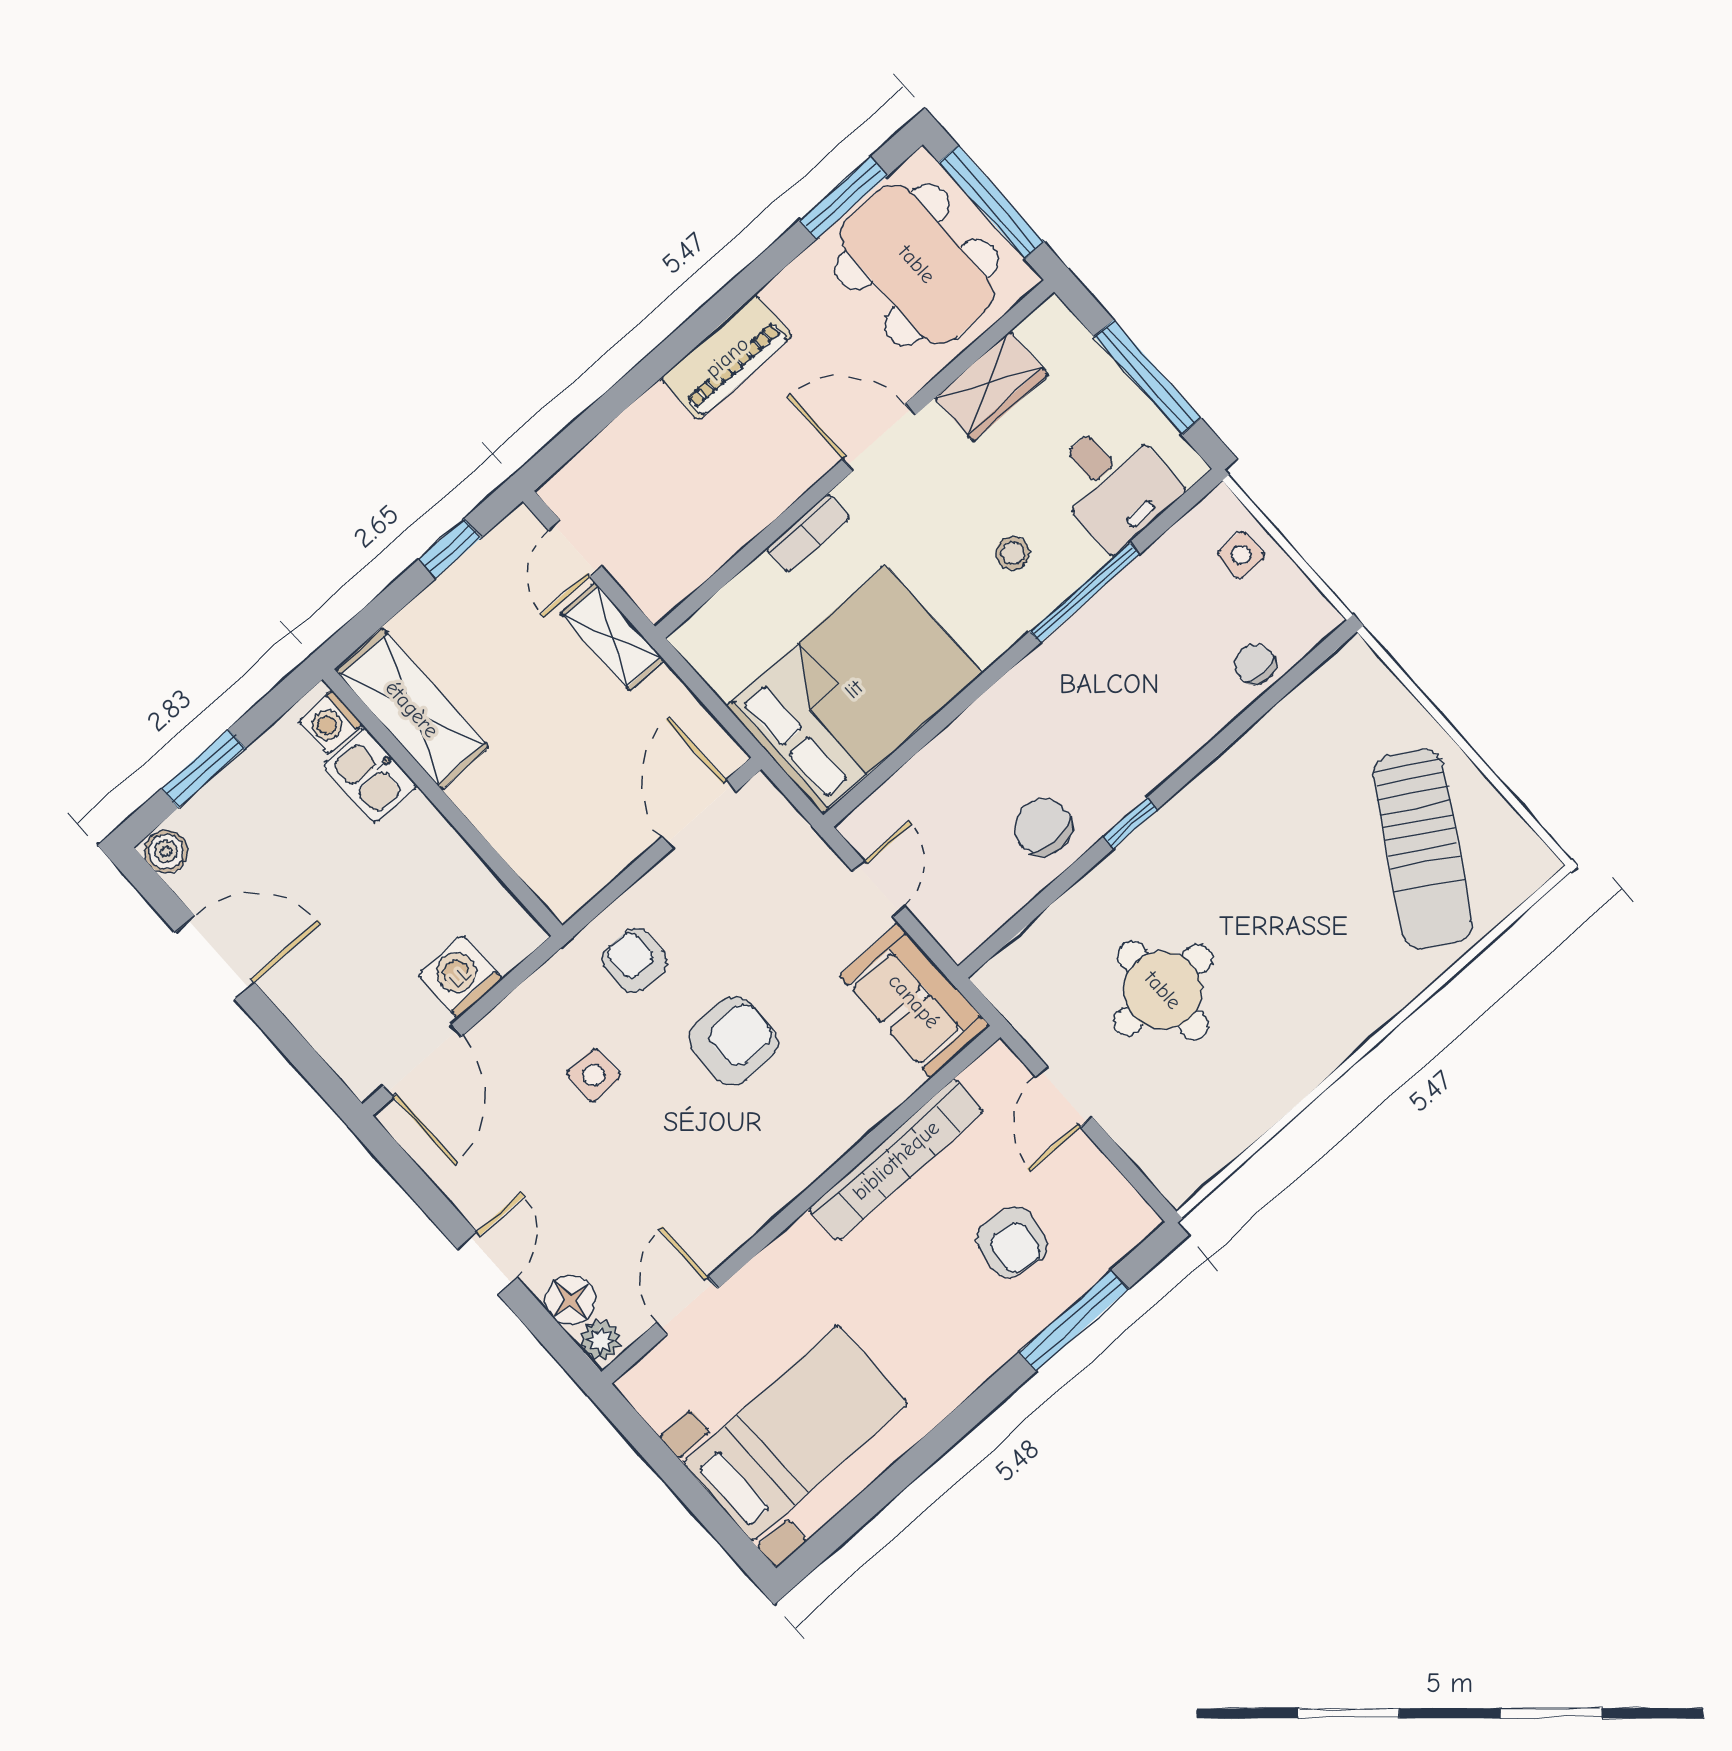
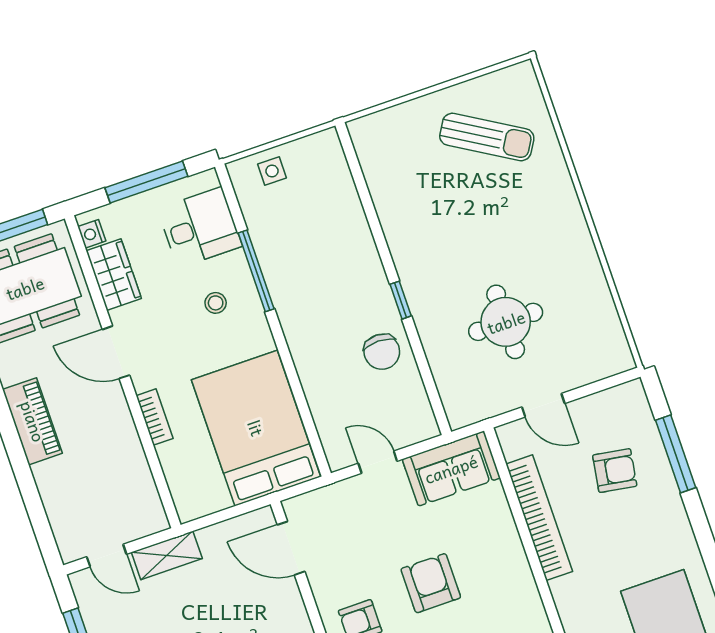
nightstand: (1038, 329) -> (92, 234), added
door: (879, 437) -> (116, 352), hinge flipped
chair: (1255, 664) -> (339, 189), removed
chair: (1043, 827) -> (382, 352), turned -90
sun lounger: (1423, 849) -> (487, 137), width x0.73, depth x0.75

